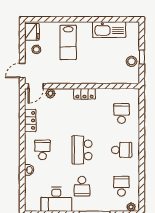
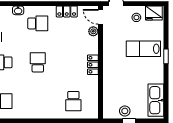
window: (76, 19) -> (166, 56), added
kitchen sink: (109, 30) -> (156, 100), moved
school desk: (121, 114) -> (73, 101), turned 90
school desk: (82, 150) -> (38, 62), width x0.54
school desk: (121, 150) -> (38, 101), removed

